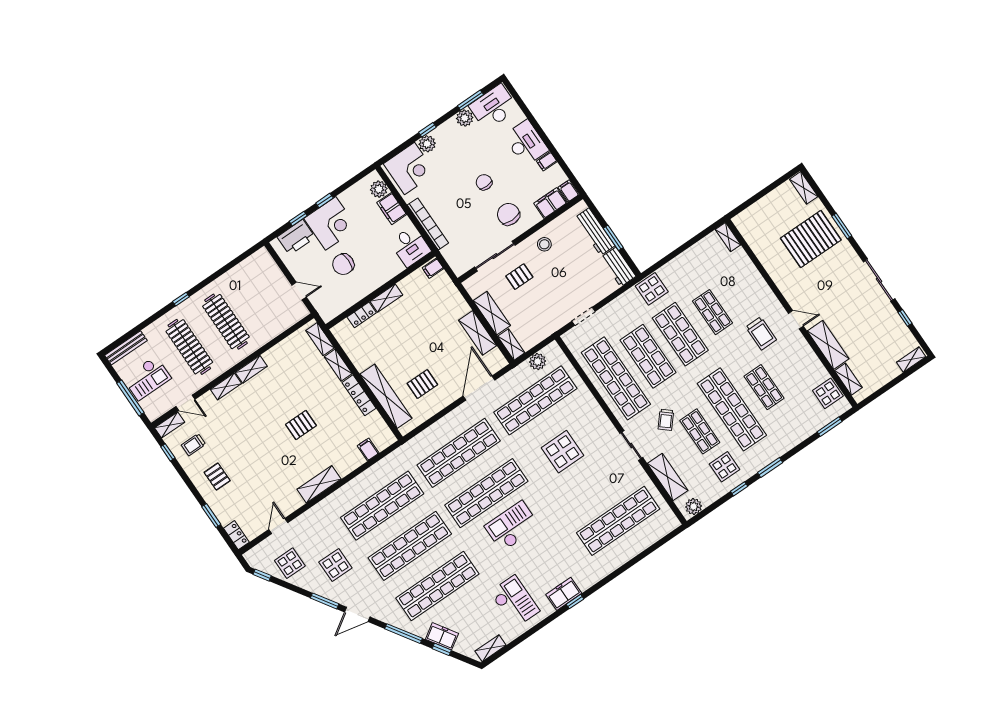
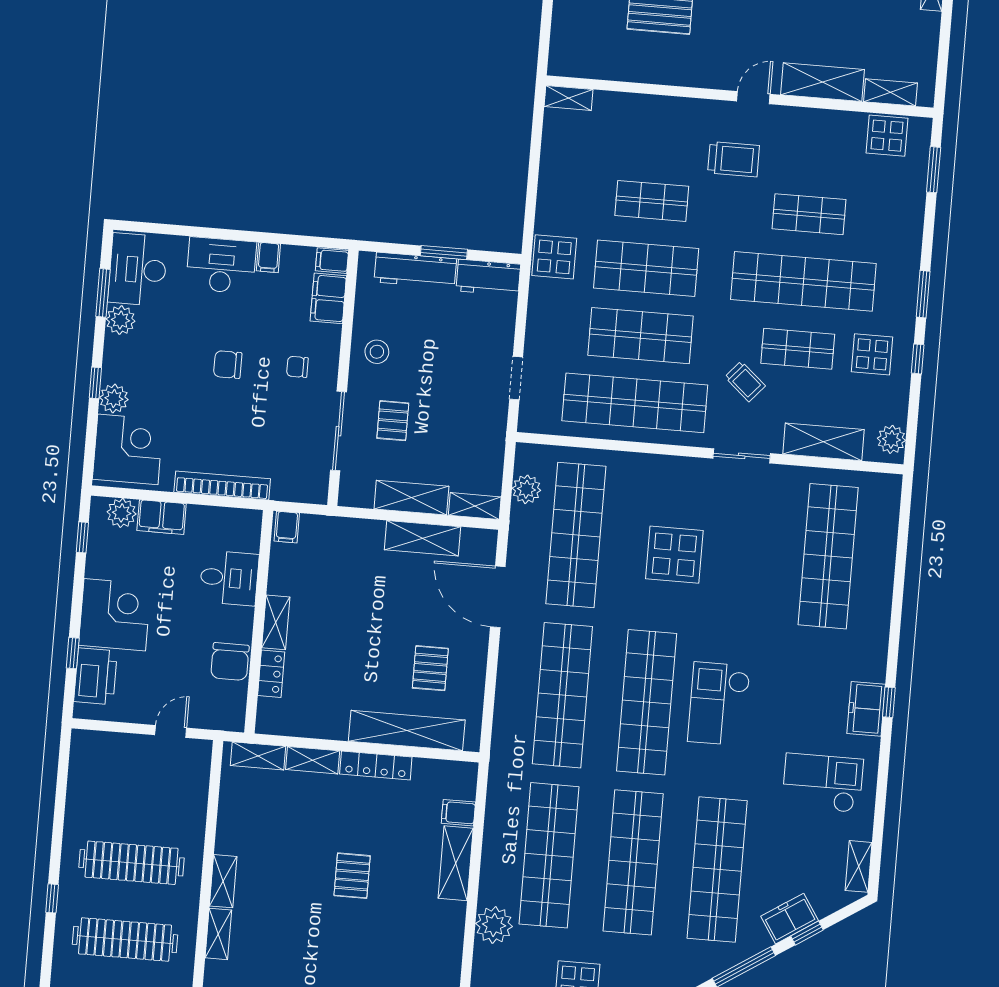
window: (324, 201) -> (82, 537), moved
chair: (509, 214) -> (297, 367), width x0.54, depth x0.54
desk: (410, 246) -> (229, 578), moved
chair: (343, 264) -> (230, 662), moved
shelving: (319, 484) -> (456, 863), moved
plant: (331, 506) -> (494, 925), added

